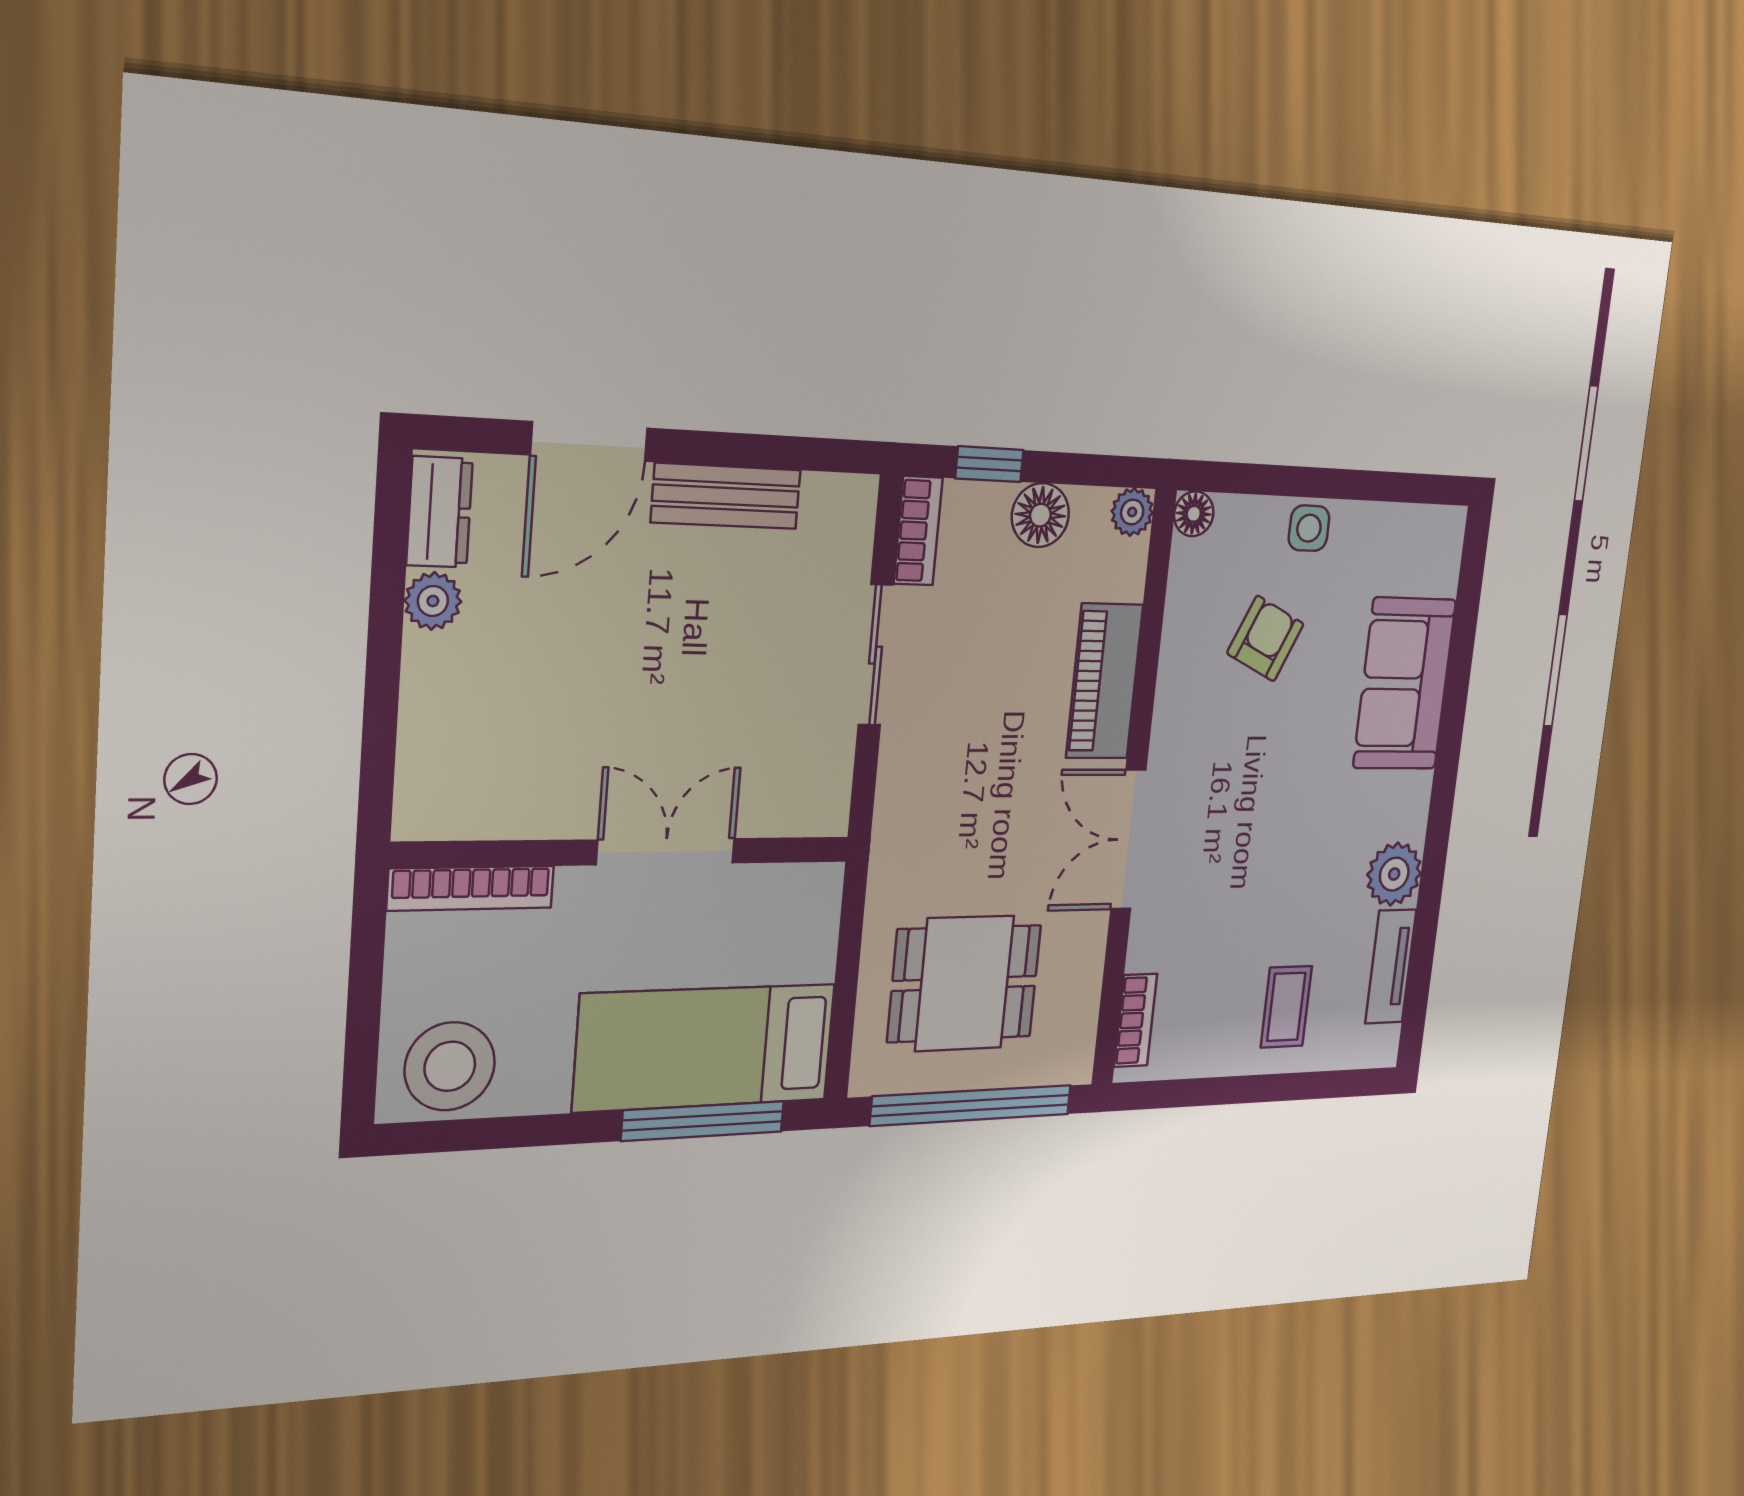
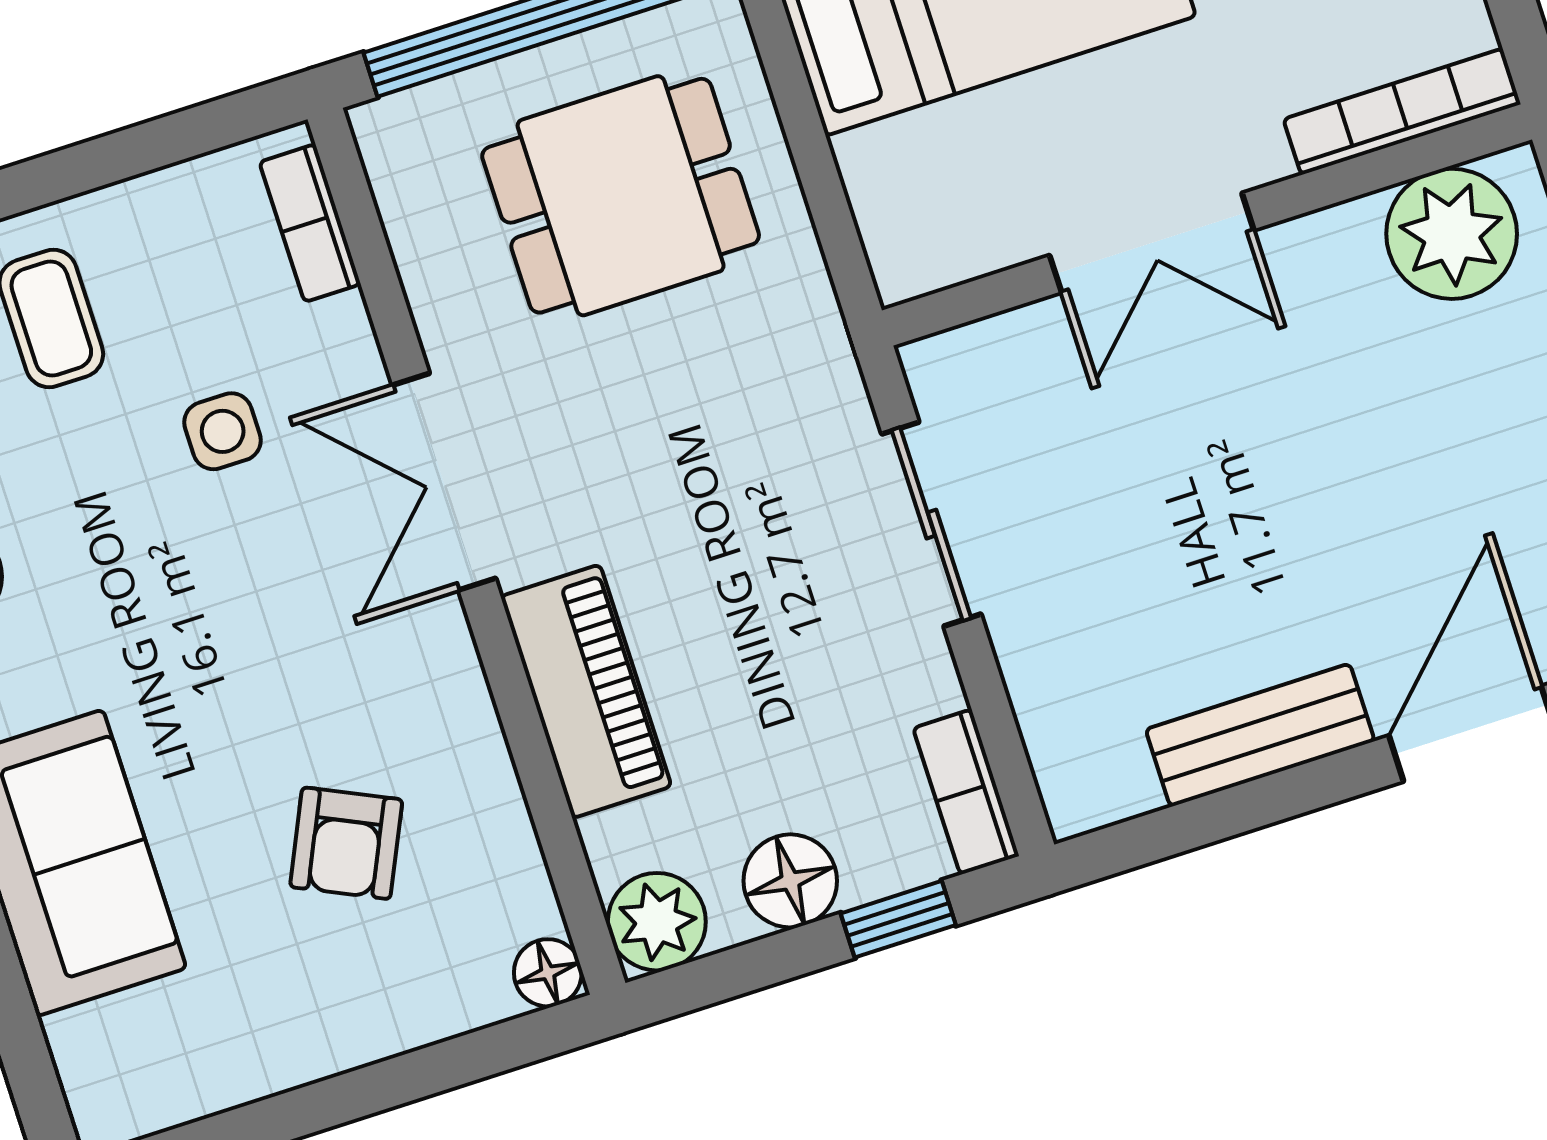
plant: (1132, 512) -> (657, 922), width x1.38, depth x1.38
side table: (1309, 528) -> (223, 431), moved
sliding door: (875, 655) -> (931, 524), moved
plant: (470, 794) -> (1452, 234), added
double door: (1128, 840) -> (444, 482), swing flipped

